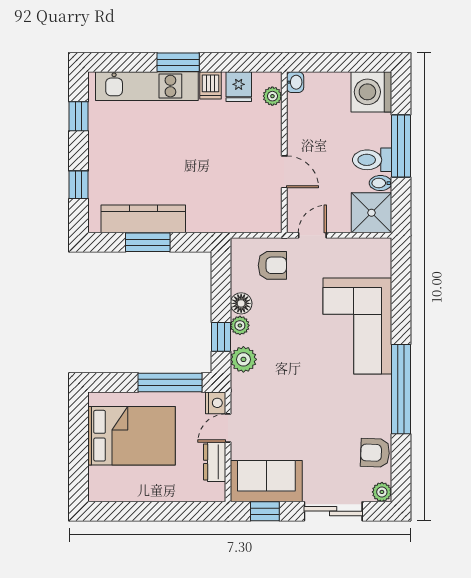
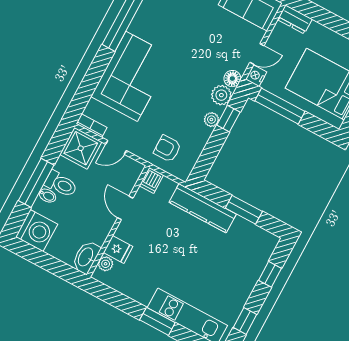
washbasin: (295, 82) -> (86, 257), width x1.91, depth x1.45
dishwasher: (211, 85) -> (151, 180), moved, turned 180
fridge: (239, 87) -> (118, 250), moved, turned 90
bidet: (380, 183) -> (47, 196), moved
kitchen counter: (143, 219) -> (203, 208), moved
door: (312, 235) -> (116, 147), moved
bookcase: (373, 245) -> (92, 126), added
floor lamp: (241, 303) -> (232, 79), moved
dresser: (215, 462) -> (295, 19), moved, turned 90

